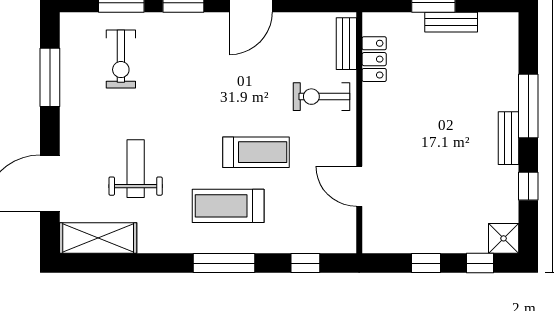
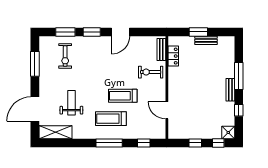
treadmill: (256, 152) -> (123, 96), turned 180

